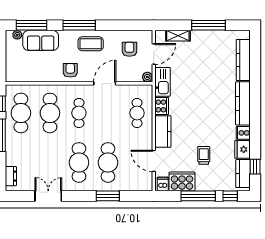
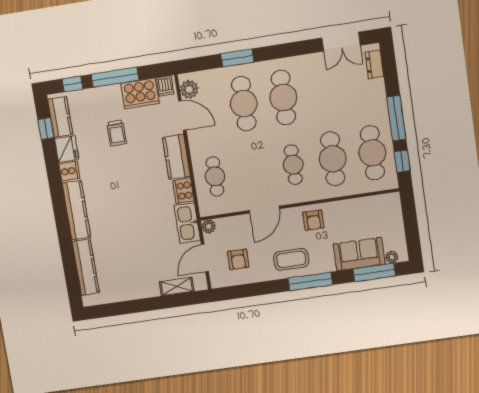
window: (209, 25) -> (139, 306), removed
plant: (146, 179) -> (189, 89), added
double door: (48, 196) -> (341, 42), moved

